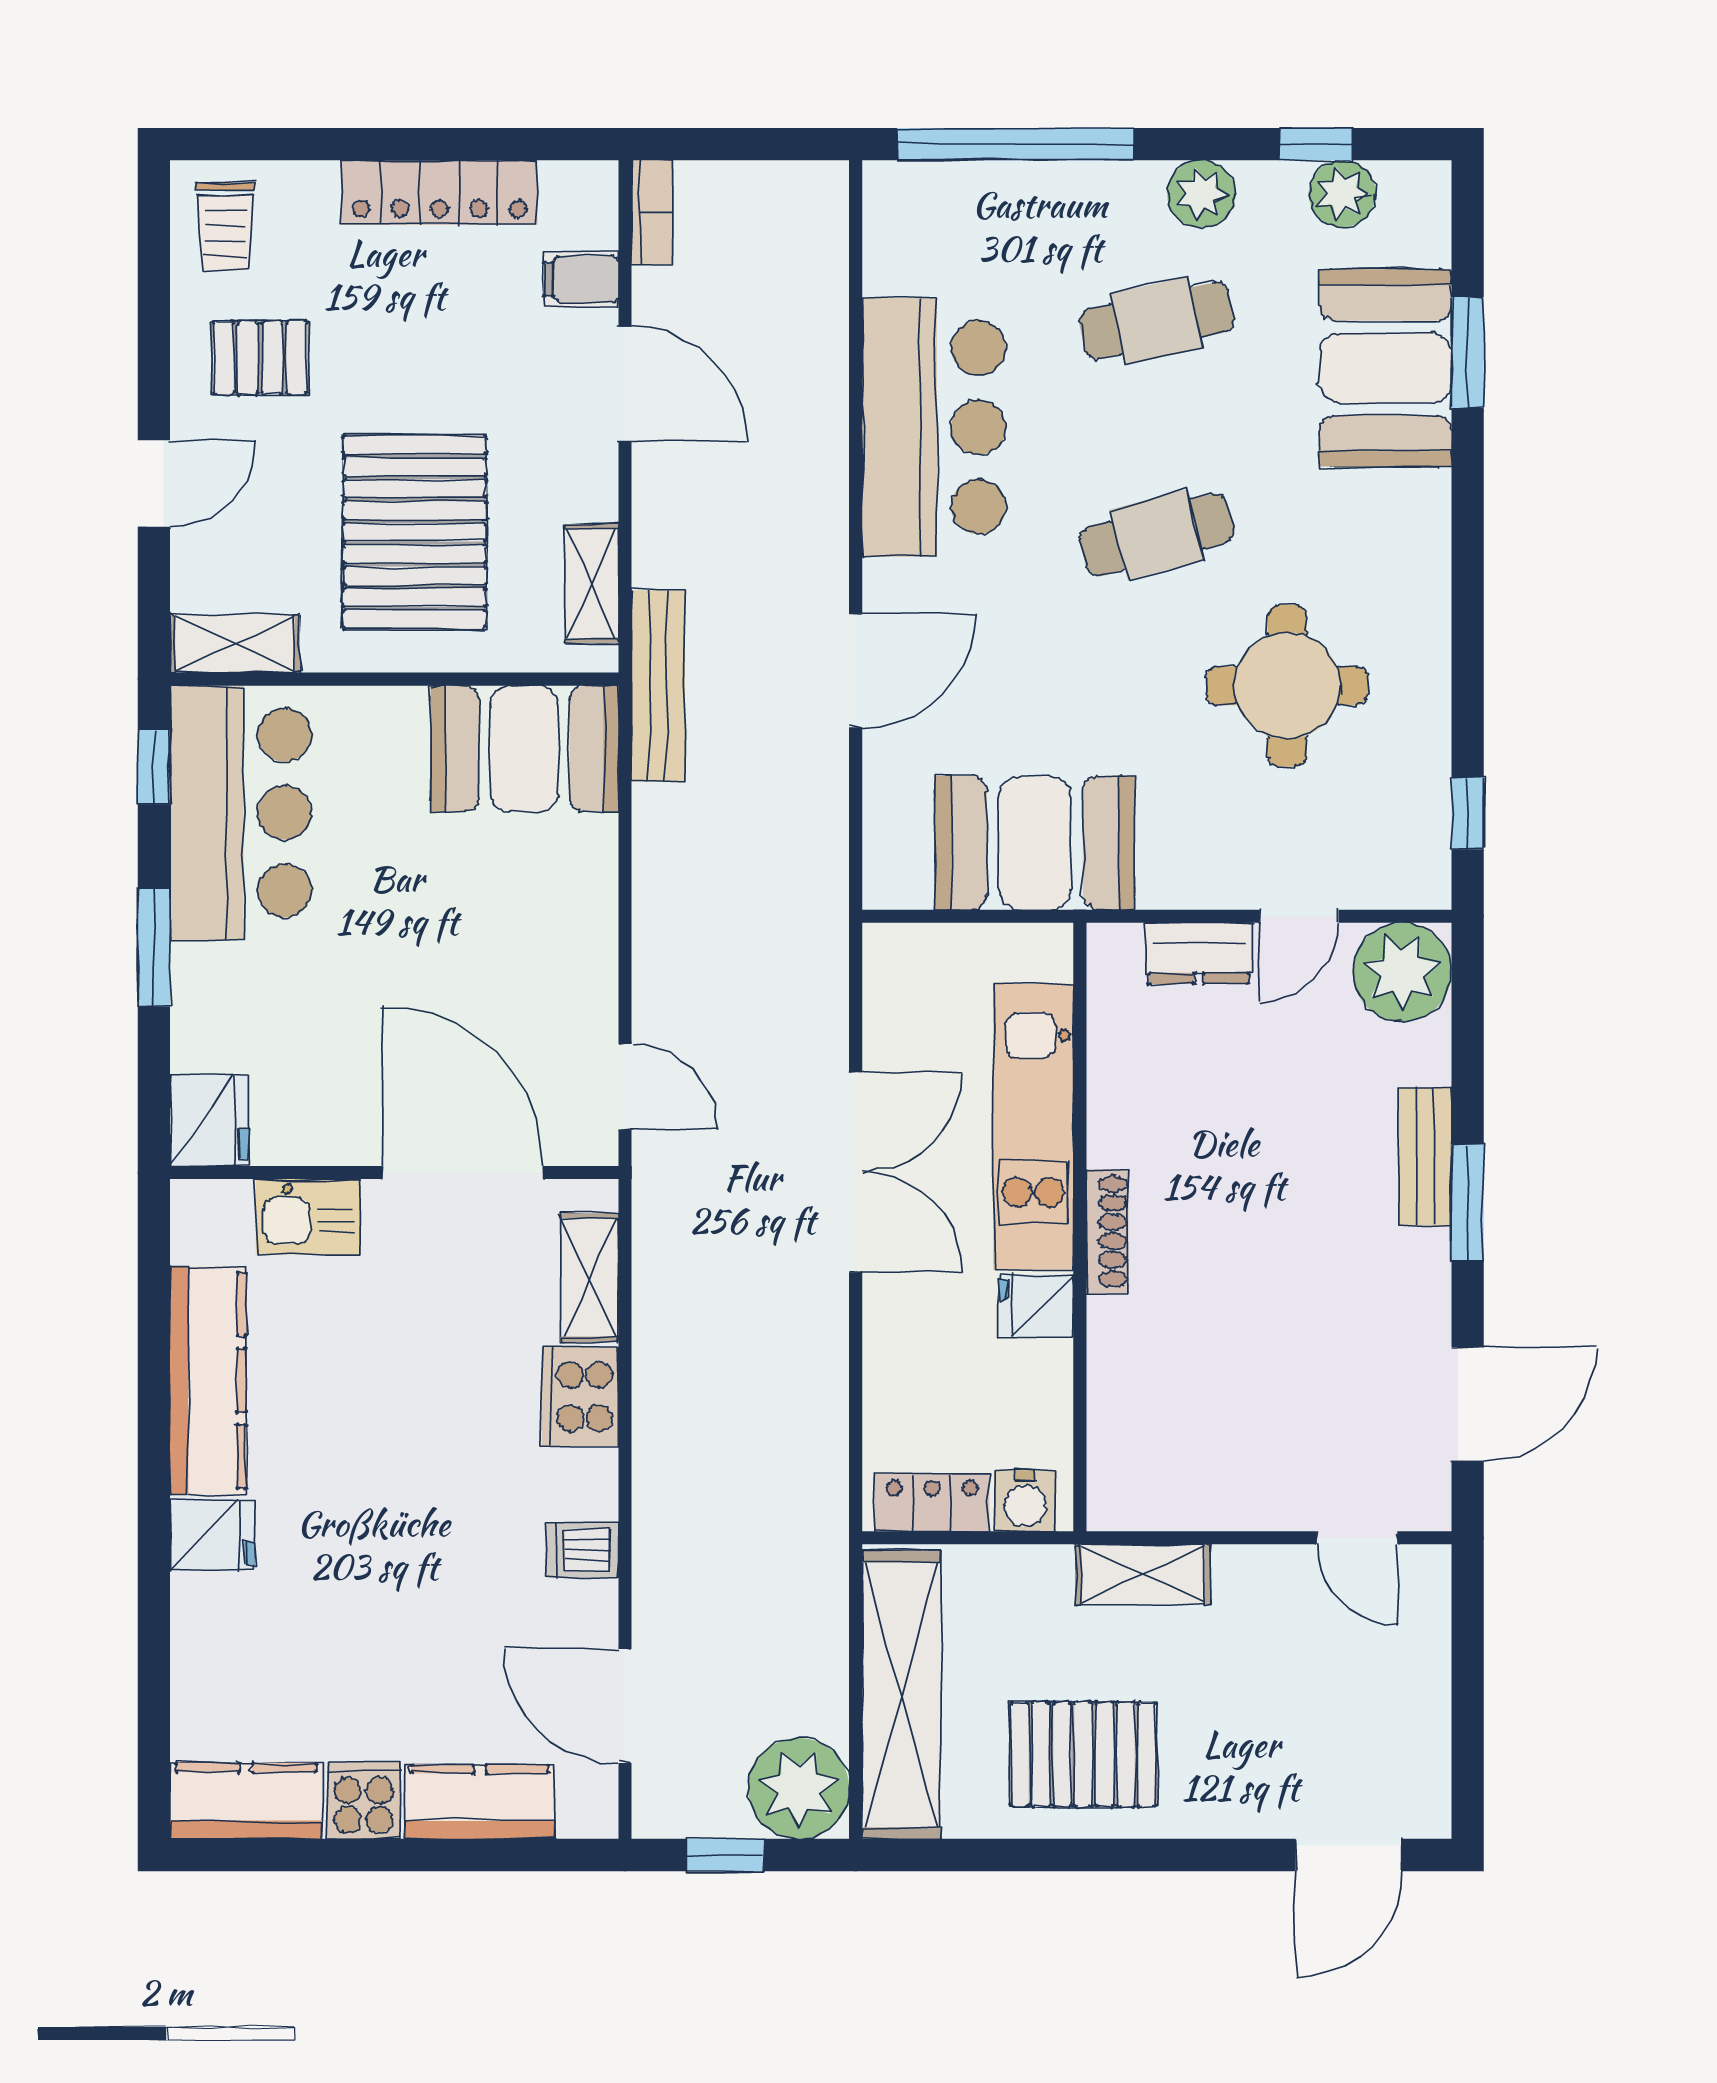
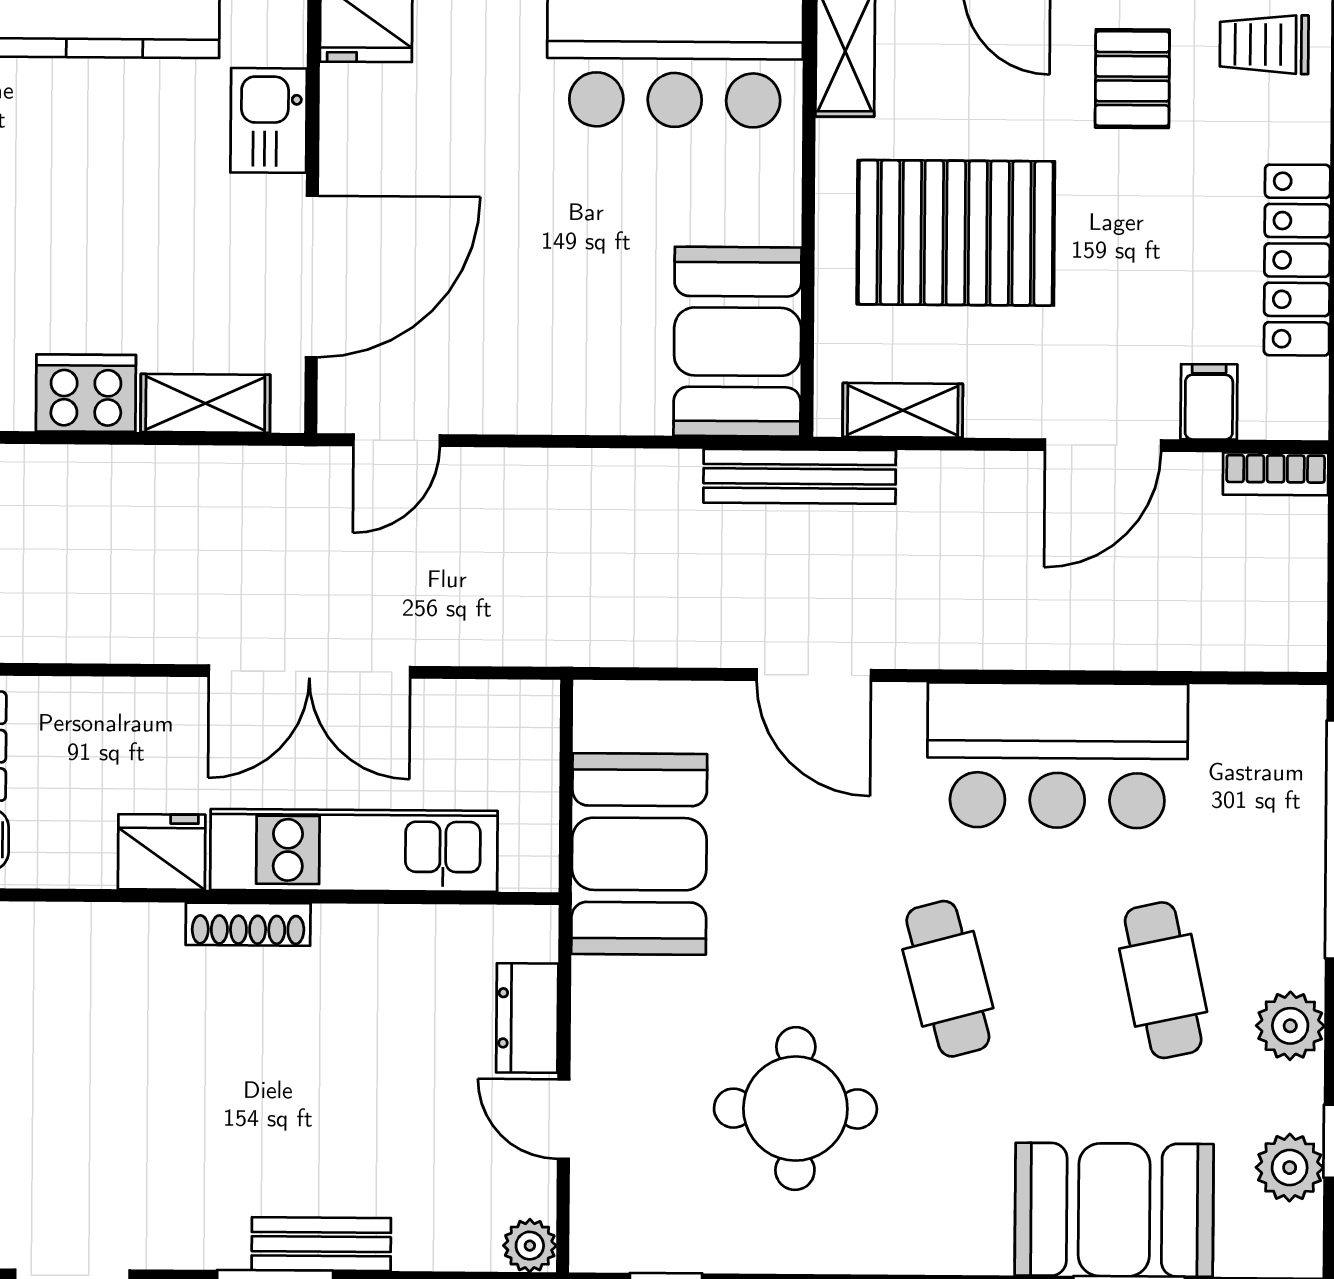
plant: (1402, 972) -> (530, 1246), width x0.53, depth x0.53
fridge: (1036, 1306) -> (162, 852), width x1.38

